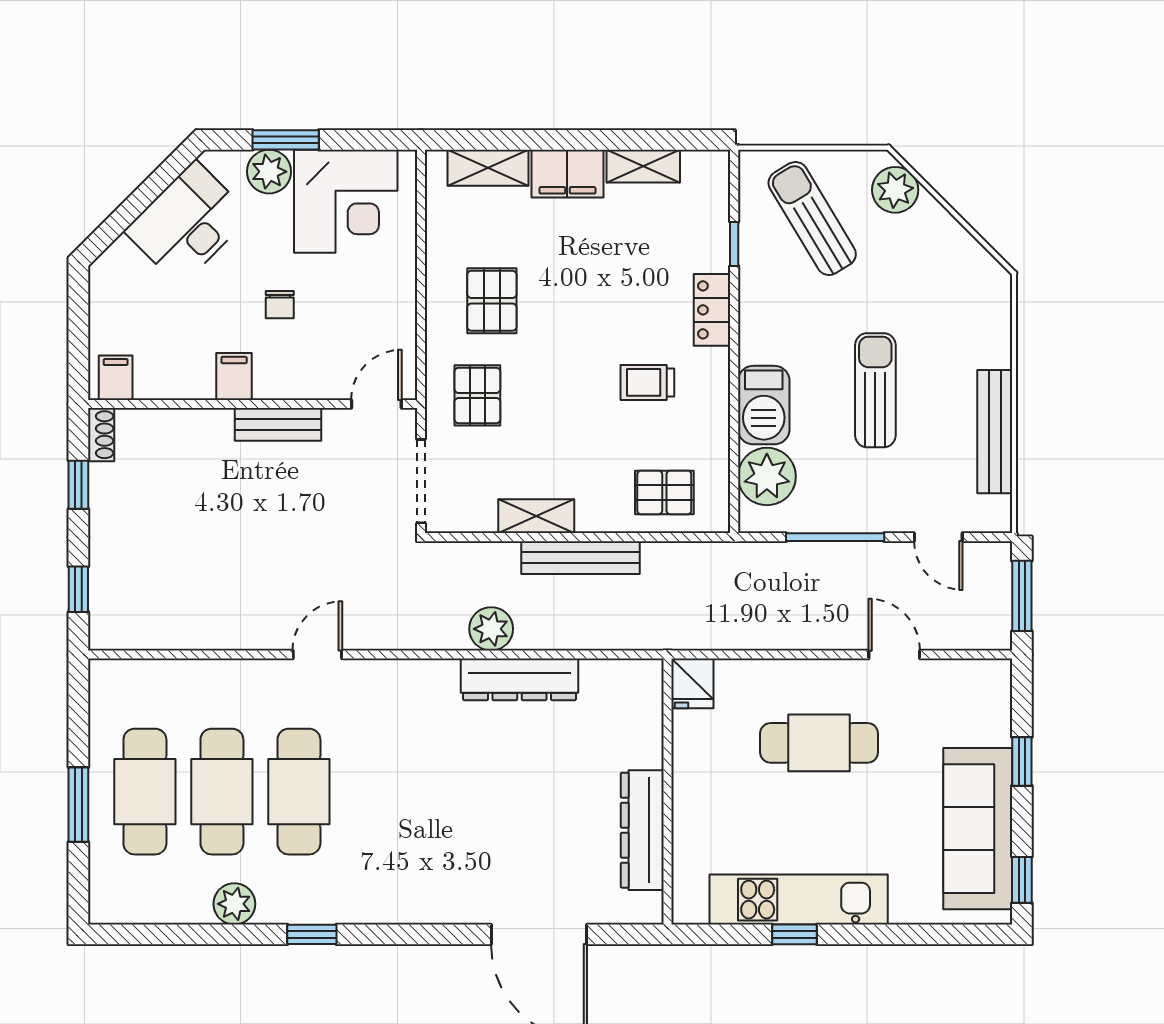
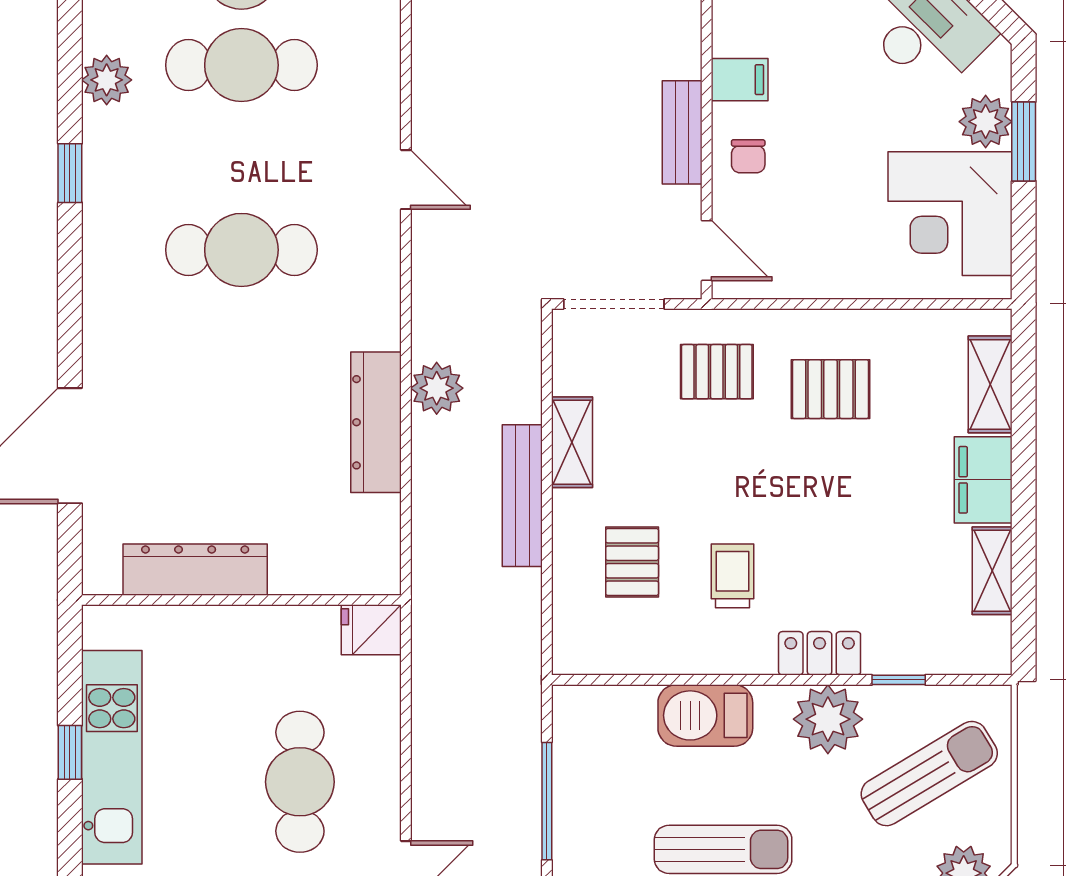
chair: (280, 305) -> (748, 156), moved, turned -90
plant: (767, 476) -> (828, 719), moved
pallet: (664, 492) -> (632, 562), moved
cafe table: (299, 792) -> (241, 250), moved

